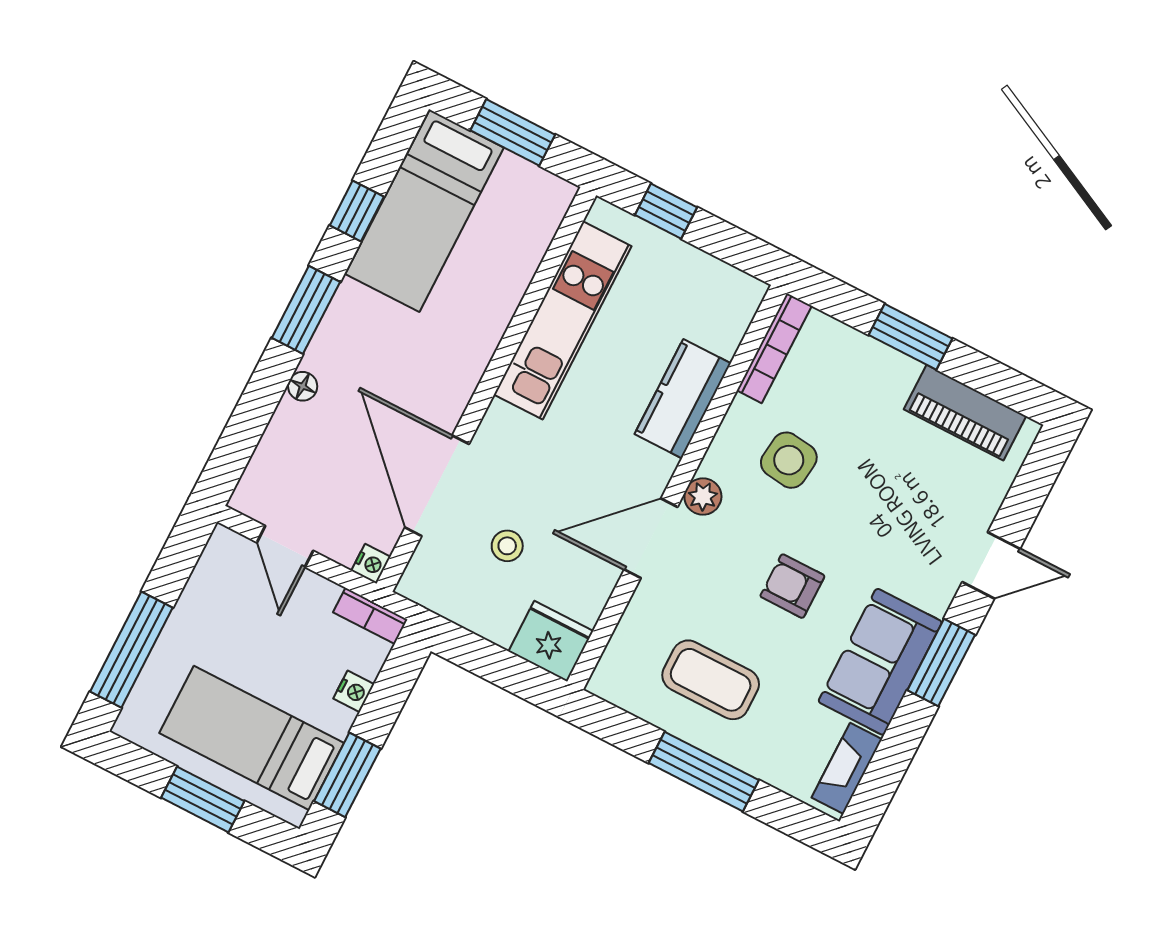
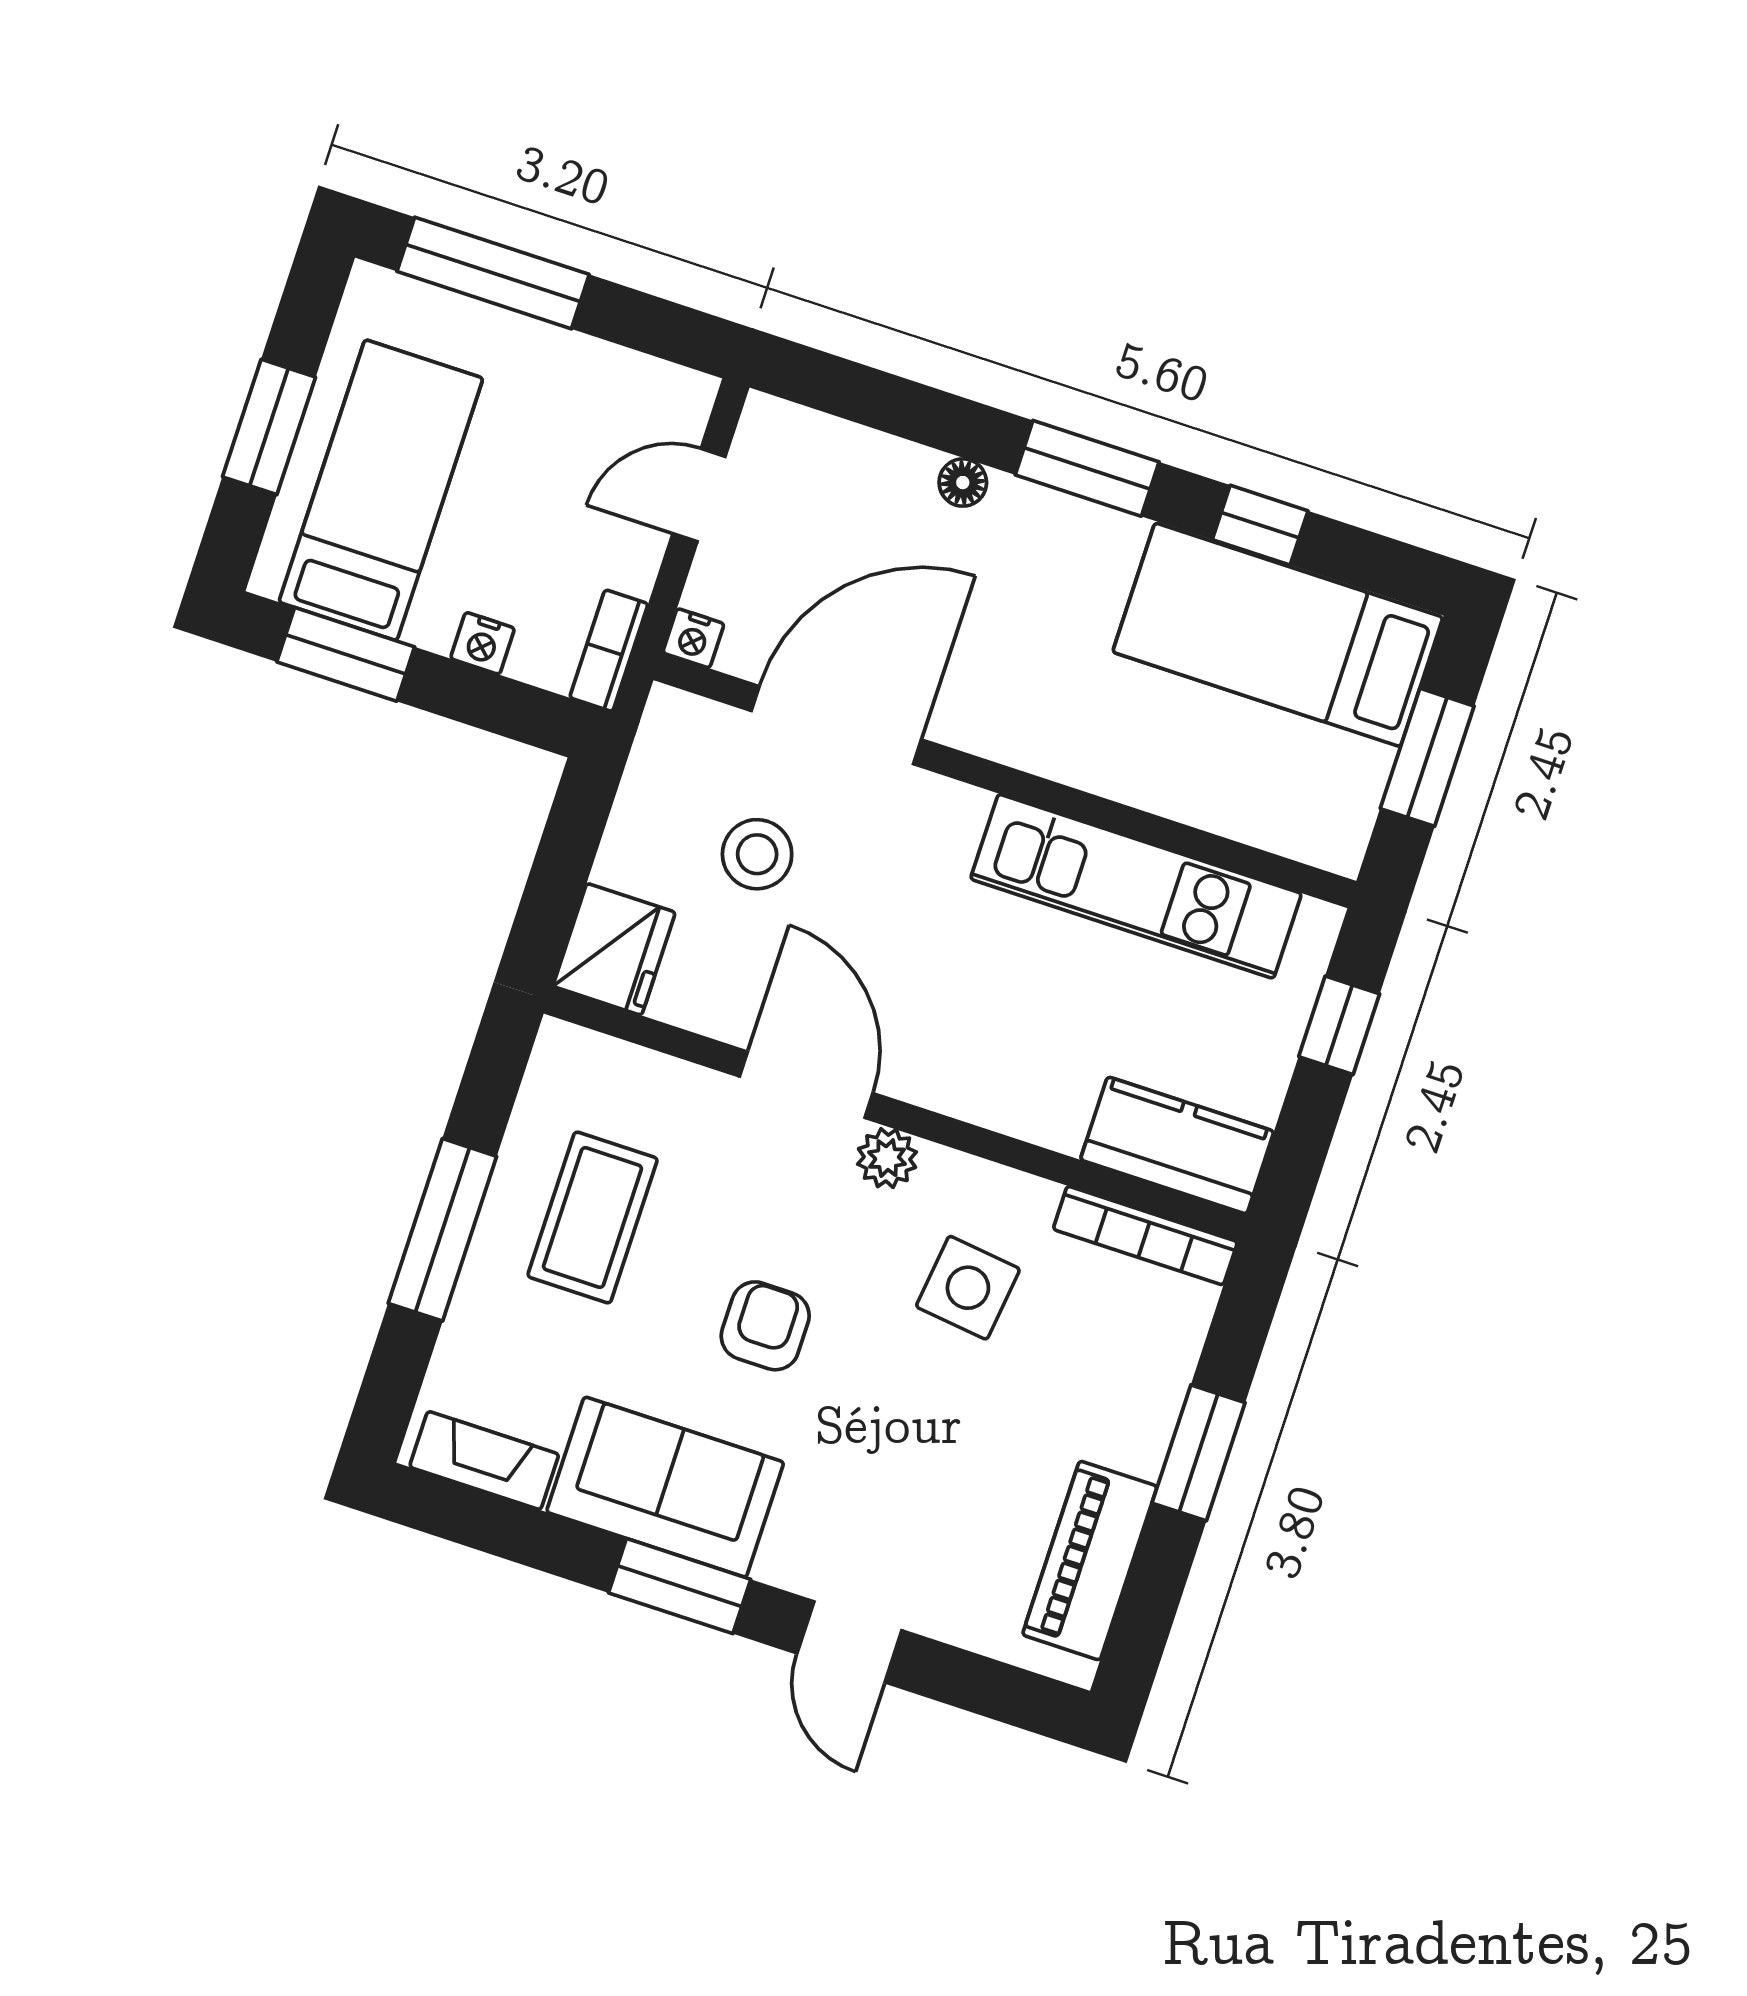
kitchen counter: (683, 399) -> (1177, 1145), moved
stool: (507, 546) -> (757, 854), width x1.37, depth x1.37

